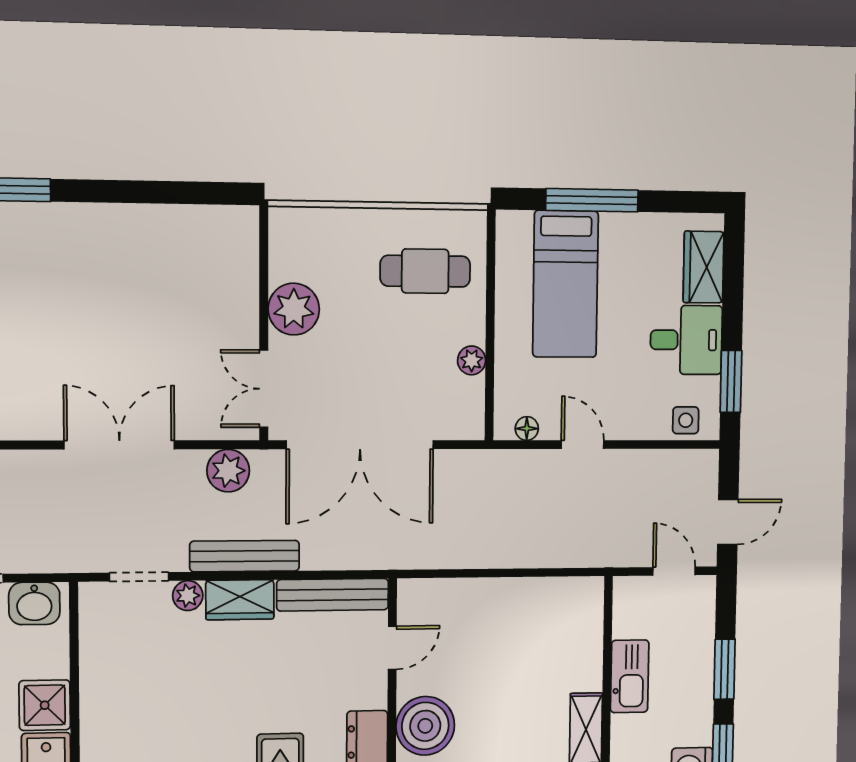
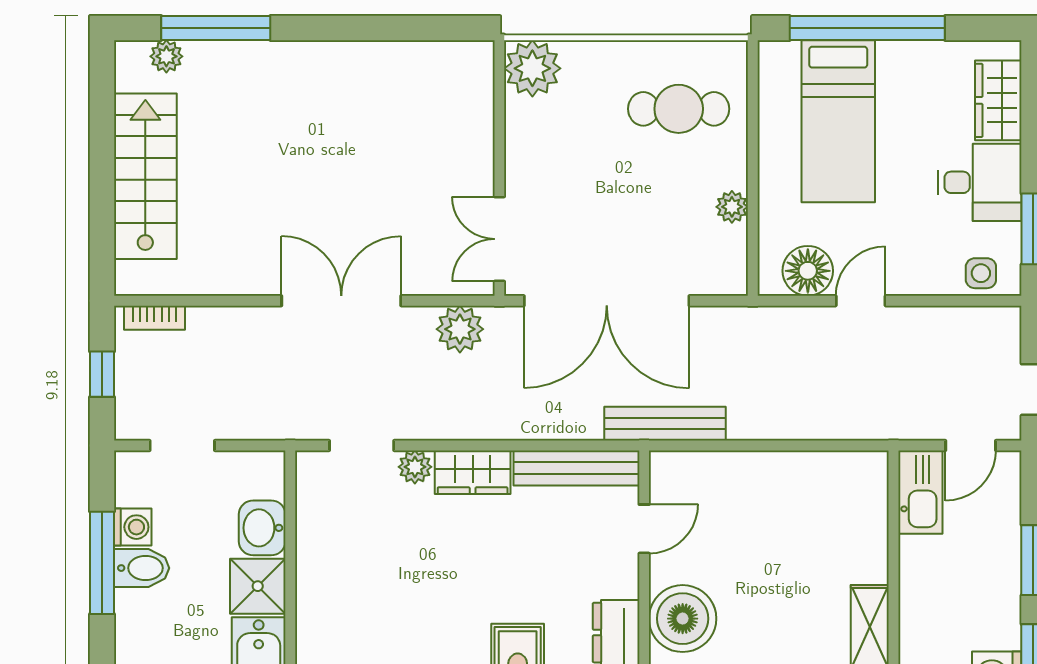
window: (592, 200) -> (867, 28), width x1.46
plant: (294, 309) -> (532, 68), moved
floor lamp: (527, 429) -> (808, 271), width x1.89, depth x1.89
door: (582, 445) -> (861, 301), hinge flipped
bench: (245, 556) -> (665, 424), moved
door: (674, 571) -> (971, 446), swing flipped
washbasin: (34, 603) -> (262, 528), moved, turned 90
kitchen sink: (630, 676) -> (920, 492), moved

